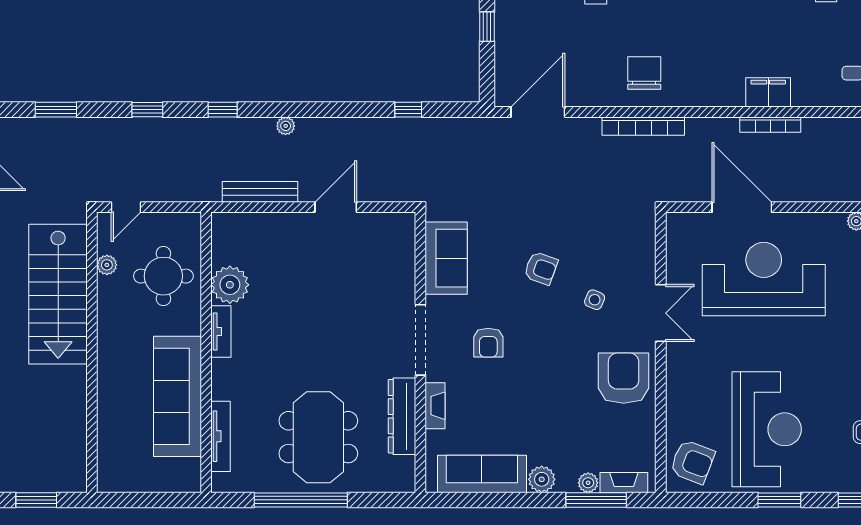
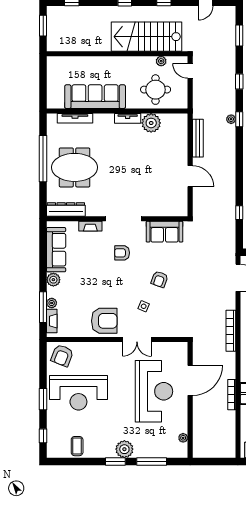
plant: (286, 126) -> (231, 119), moved
dresser: (402, 416) -> (66, 209), moved

